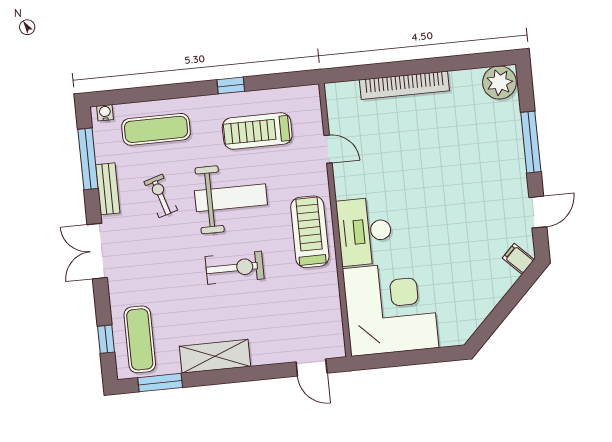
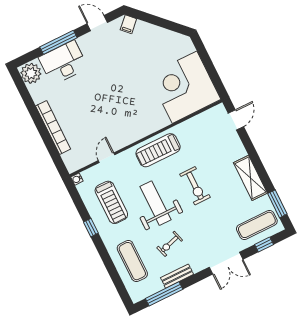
water cooler: (105, 113) -> (77, 179), moved
desk: (365, 231) -> (63, 63), moved, turned 180
double door: (97, 251) -> (226, 263), moved
exercise bike: (235, 268) -> (195, 186), turned 180

